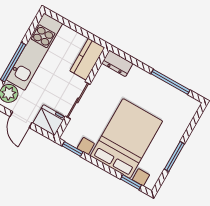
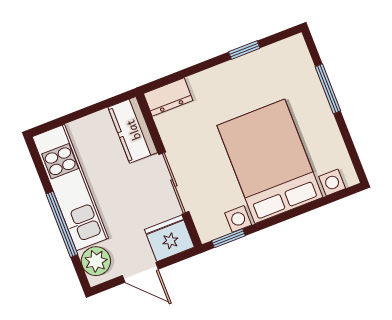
window: (171, 82) -> (244, 50), width x0.46
window: (174, 156) -> (328, 89), moved
window: (131, 182) -> (328, 200), removed

